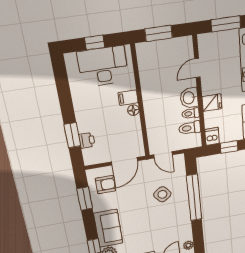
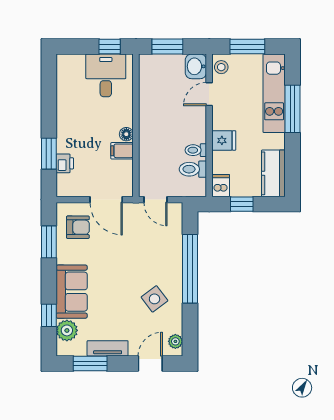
window: (95, 43) -> (110, 47), moved
stool: (205, 44) -> (221, 67), added
desk: (103, 66) -> (106, 75), width x0.73
filing cabinet: (128, 98) -> (122, 151), moved
washbasin: (189, 98) -> (196, 66), moved
door: (124, 161) -> (106, 200), hinge flipped
side table: (162, 194) -> (155, 299), moved

